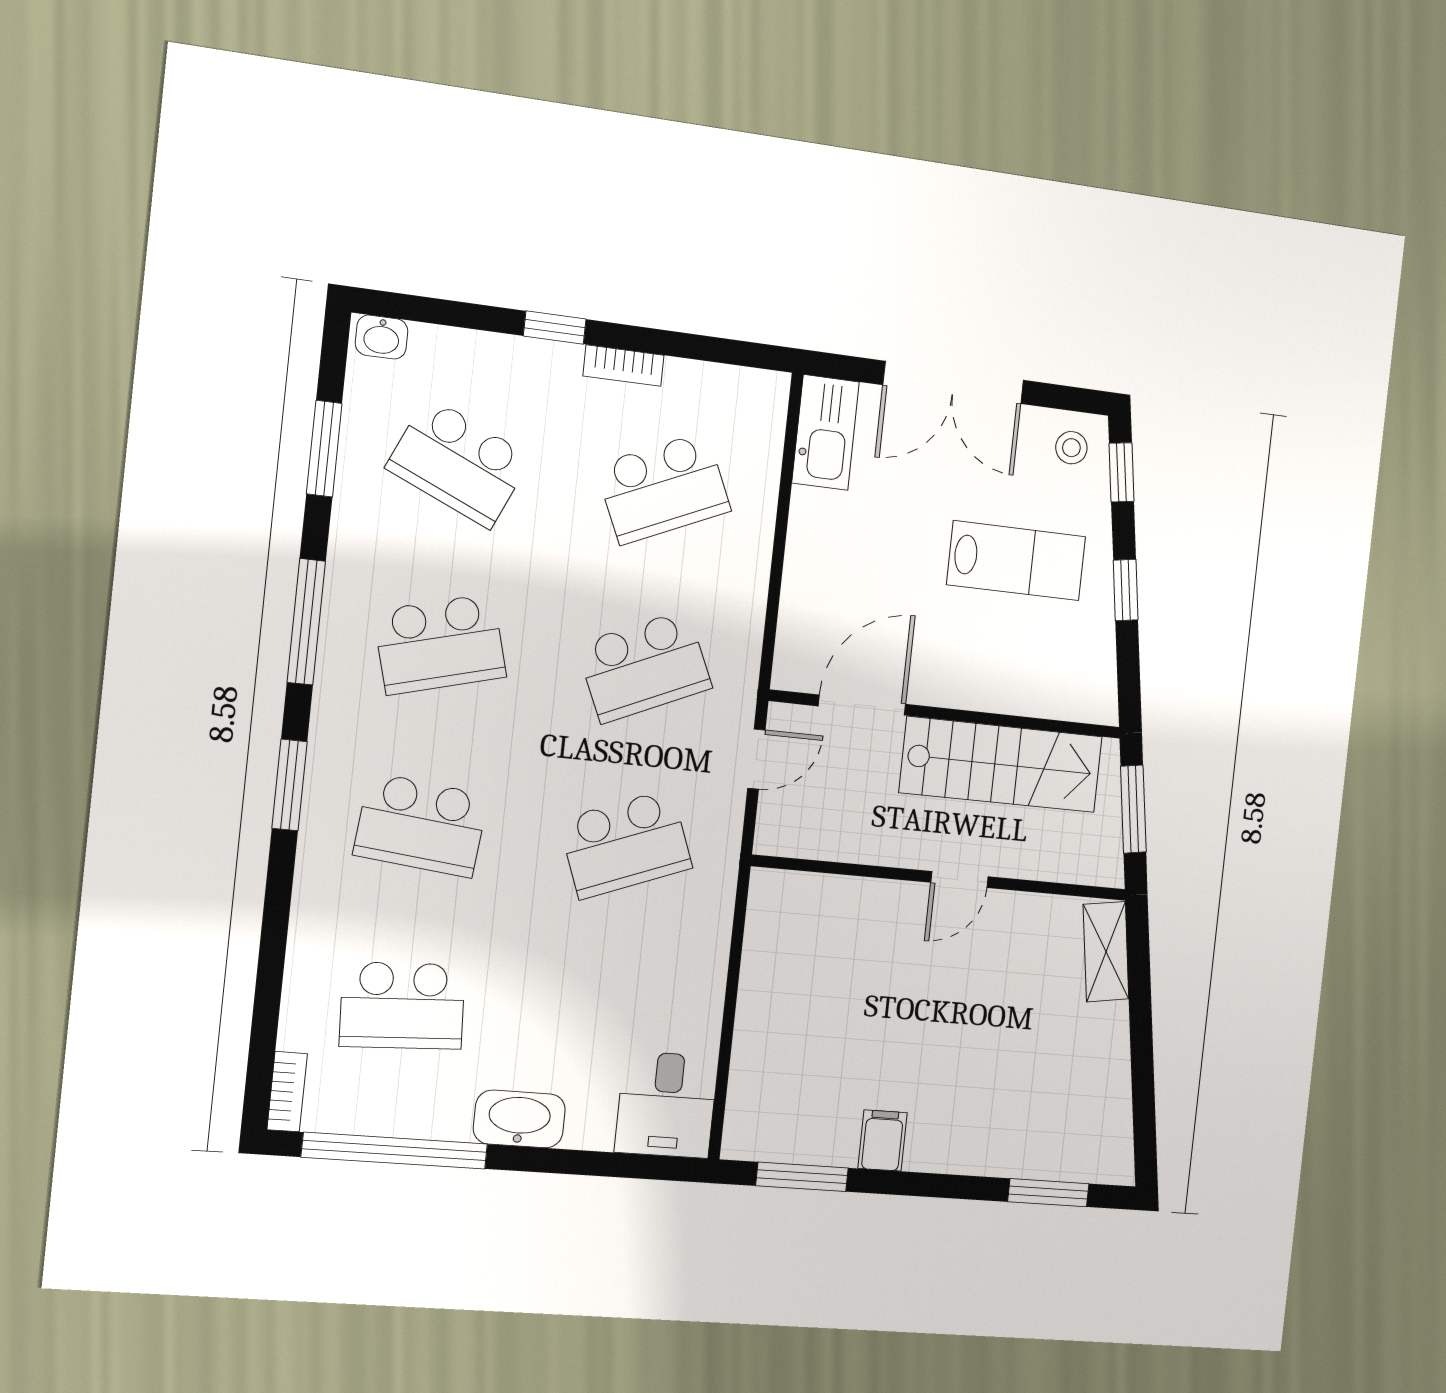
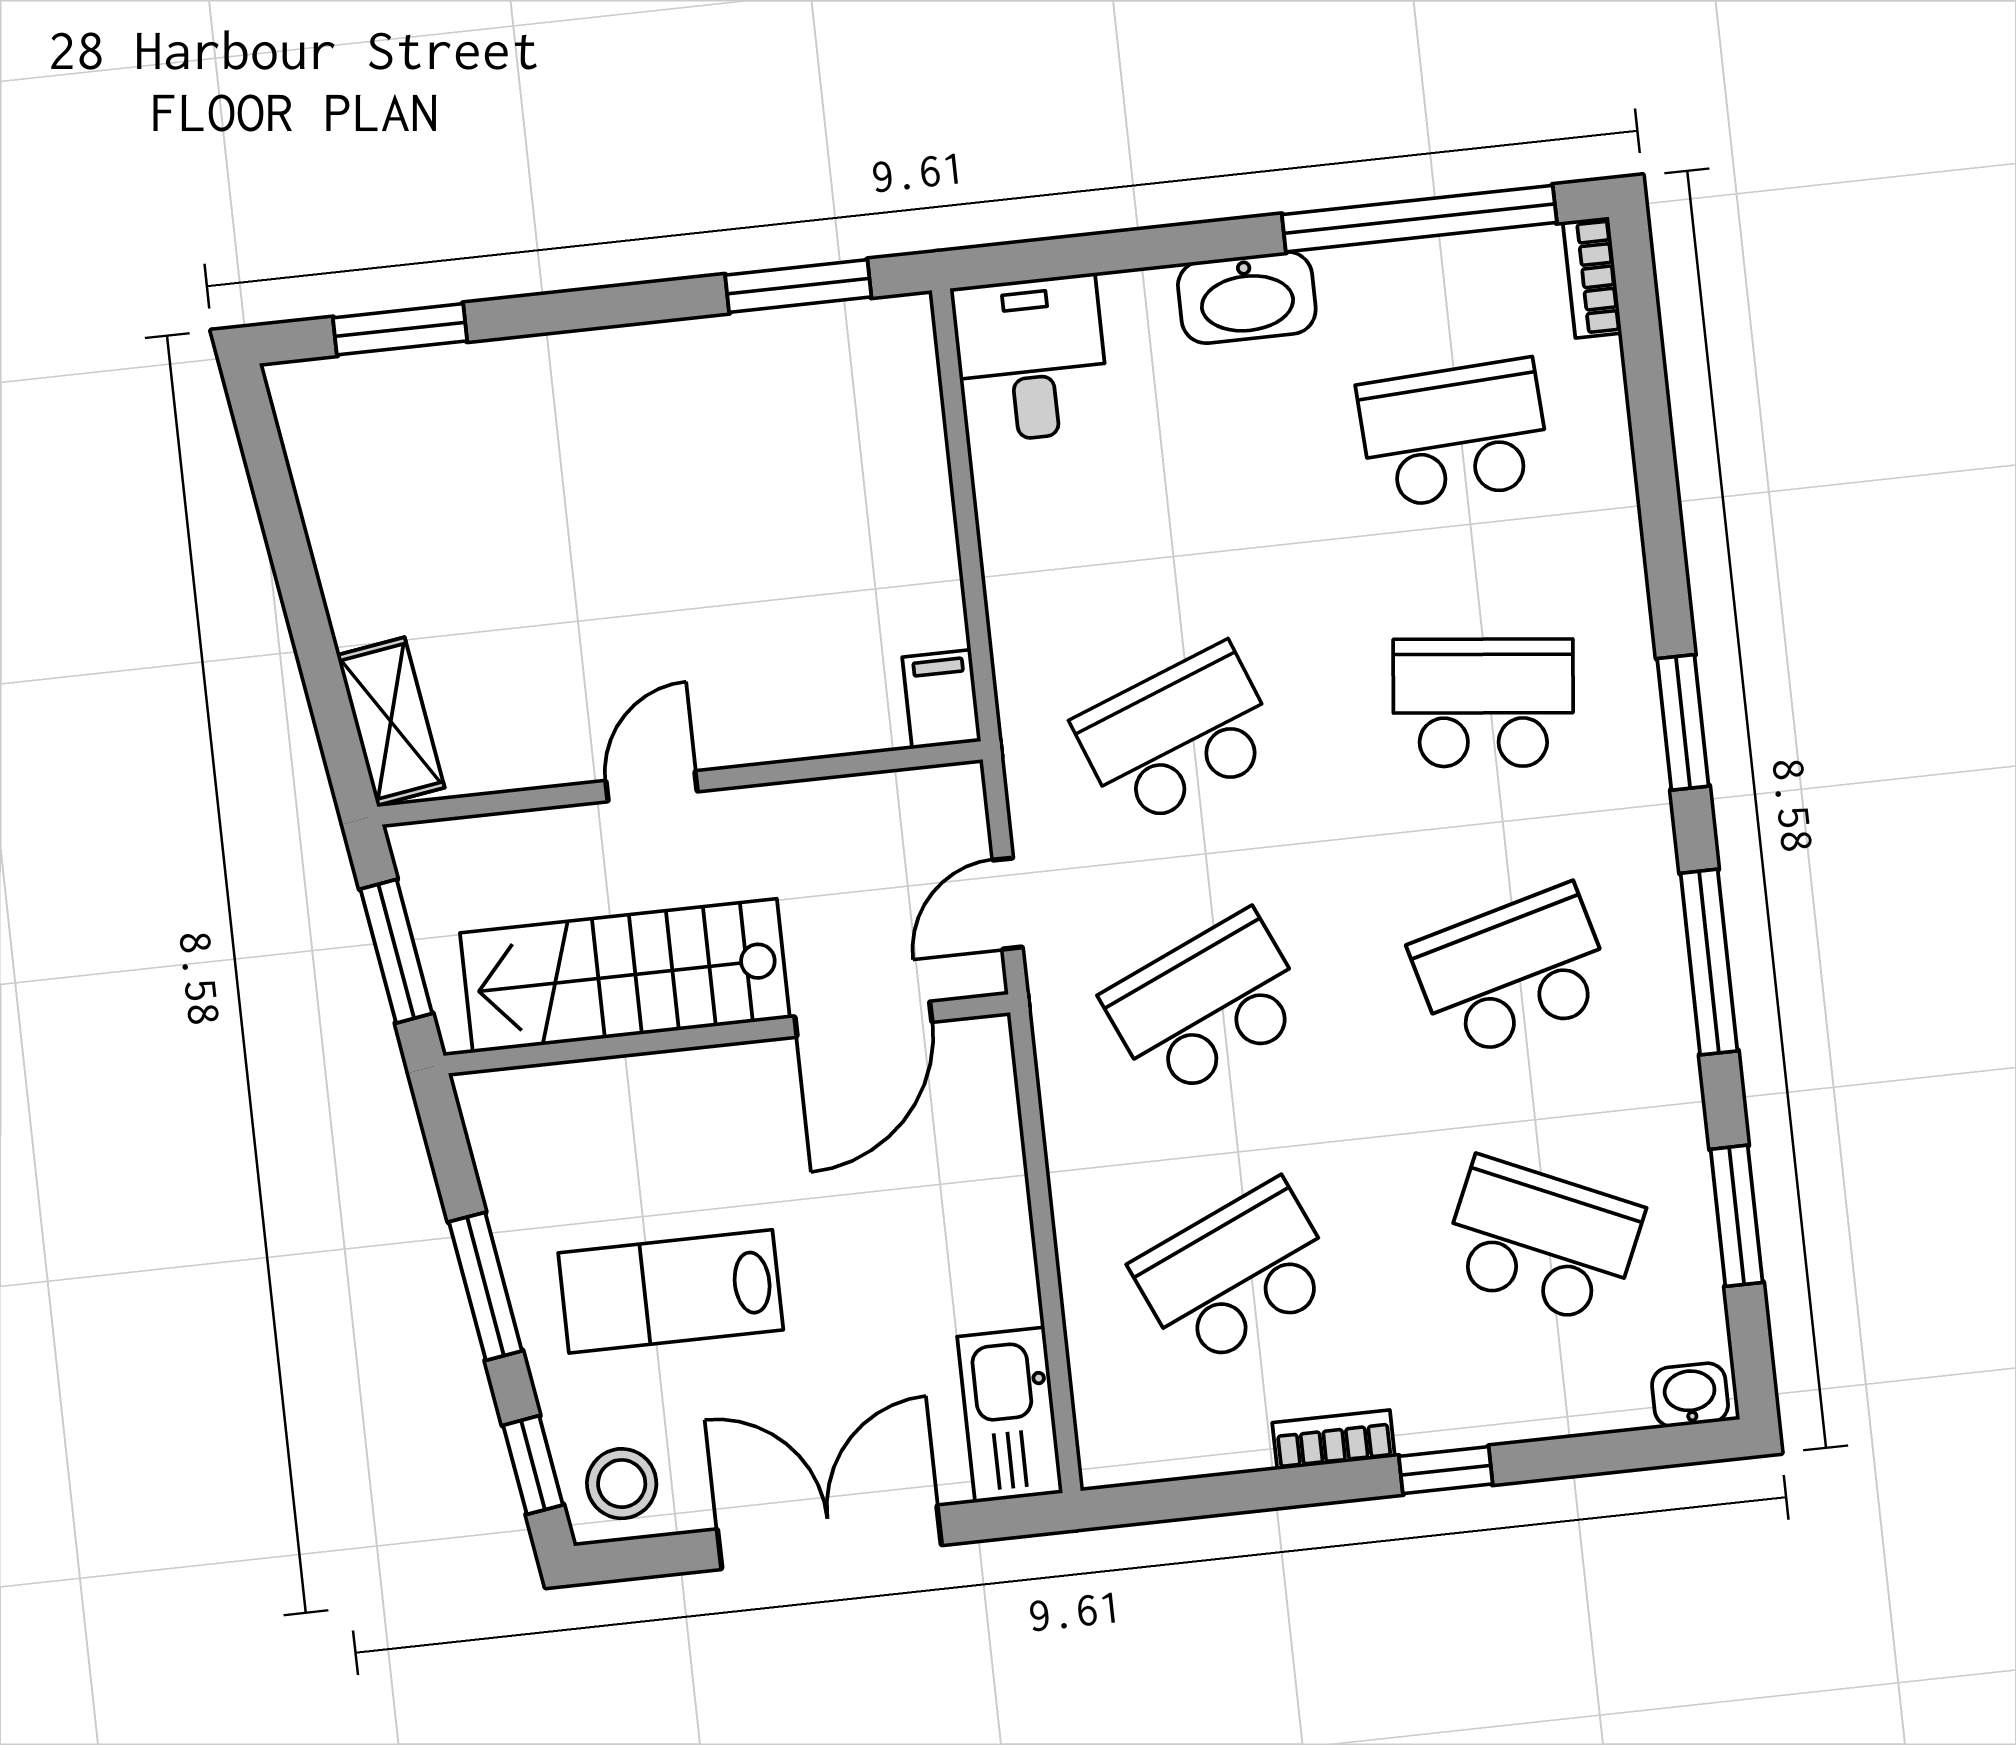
stool: (1071, 448) -> (622, 1484), width x1.37, depth x1.37
window: (1126, 590) -> (485, 1286), width x1.50
filing cabinet: (883, 1140) -> (942, 699), moved, turned 180

